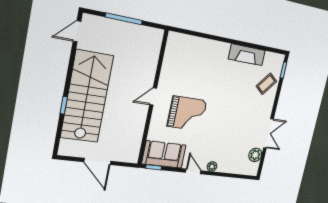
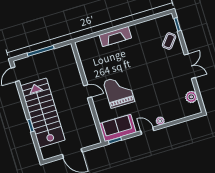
fireplace: (247, 55) -> (115, 37), moved
door: (153, 96) -> (88, 91), swing flipped
grand piano: (187, 113) -> (119, 91), turned -90
double door: (268, 133) -> (190, 66), moved

